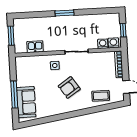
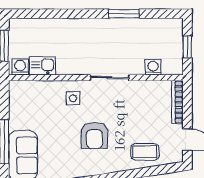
window: (65, 13) -> (124, 14), moved
washing machine: (113, 43) -> (20, 67), moved
armchair: (69, 87) -> (94, 135), turned -56

